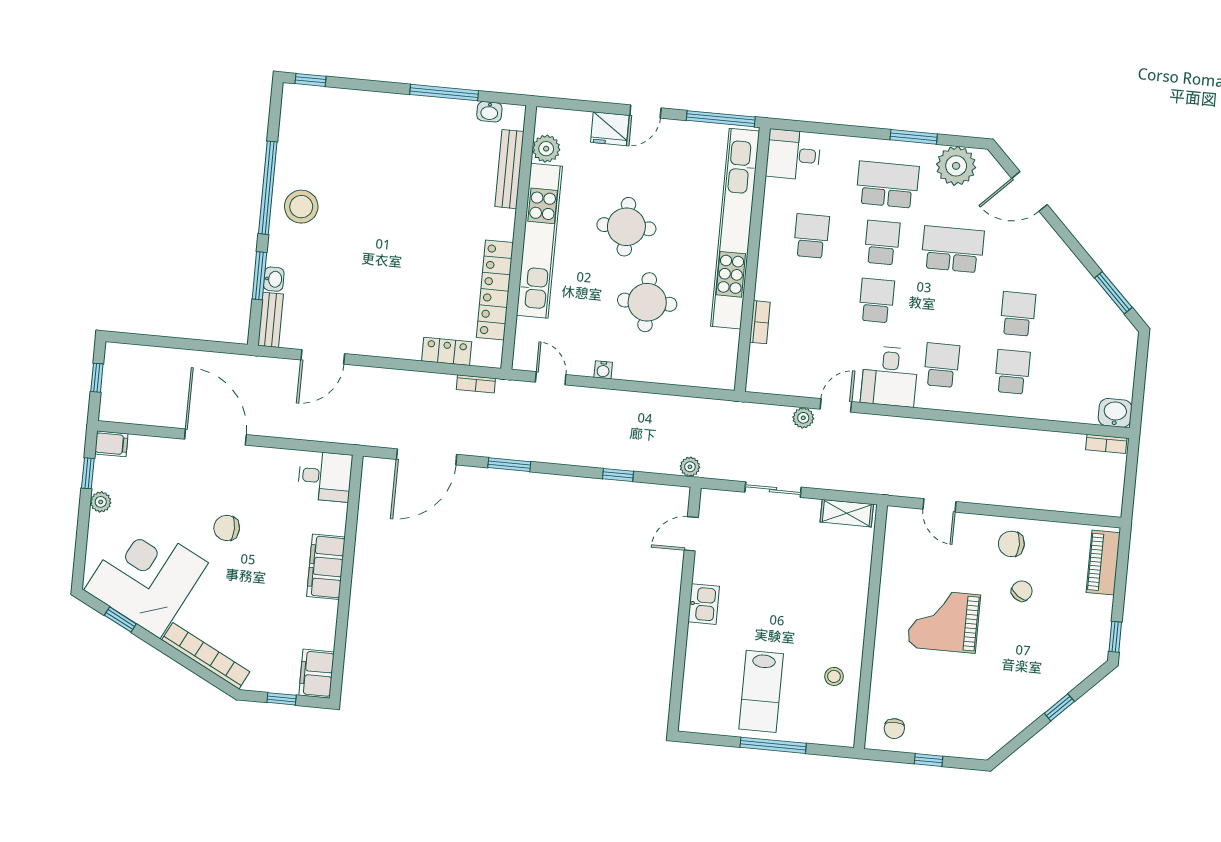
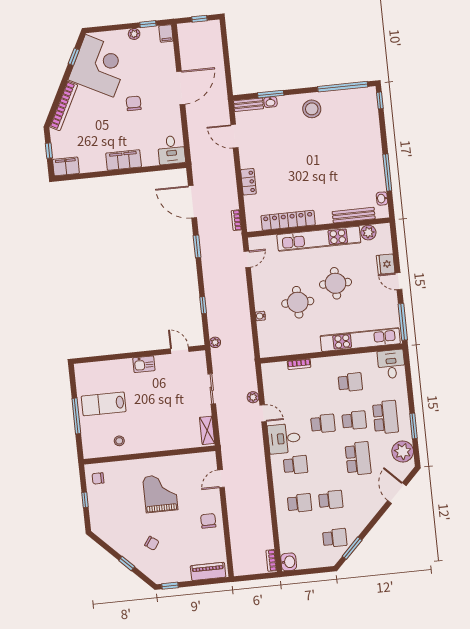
window: (268, 188) -> (343, 87), moved
kitchen unit: (735, 229) -> (360, 340), width x0.73
school desk: (1088, 321) -> (335, 538), added
locker: (447, 351) -> (248, 182), moved
water cooler: (603, 370) -> (260, 316), moved
chair: (1022, 591) -> (152, 543), moved

